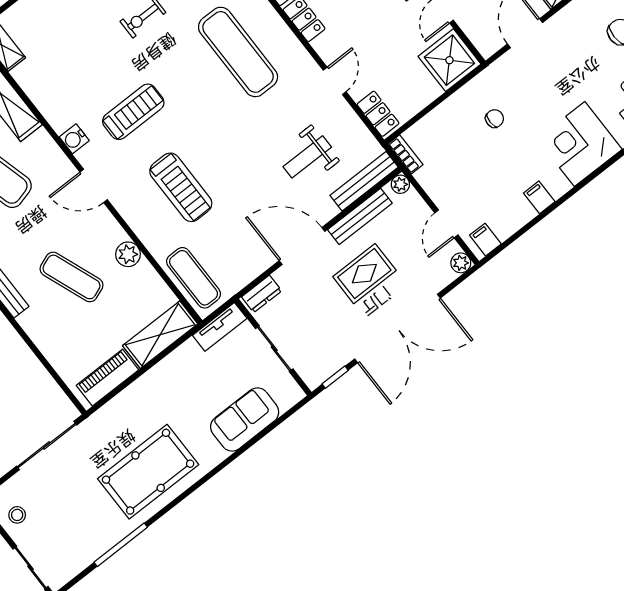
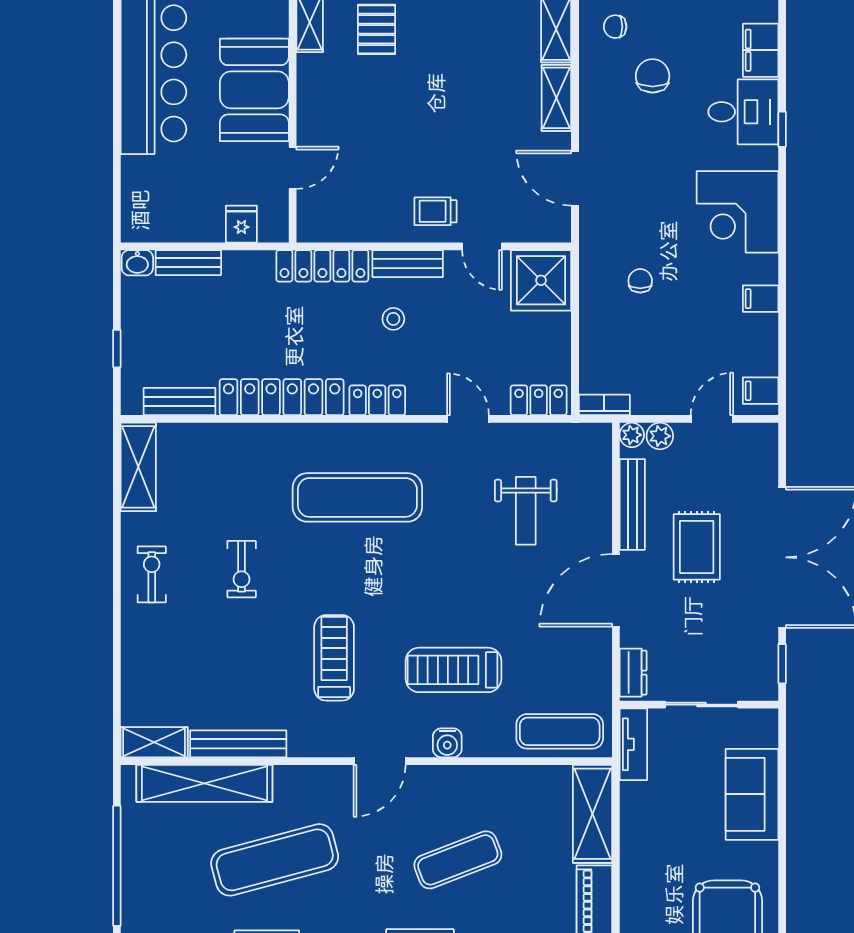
water cooler: (74, 139) -> (447, 743), moved
bench: (364, 181) -> (238, 744), moved, turned 90
treadmill: (181, 187) -> (453, 670), turned 180
door: (446, 224) -> (712, 419), swing flipped
plant: (128, 254) -> (481, 781), removed
plant: (461, 263) -> (660, 436), moved

